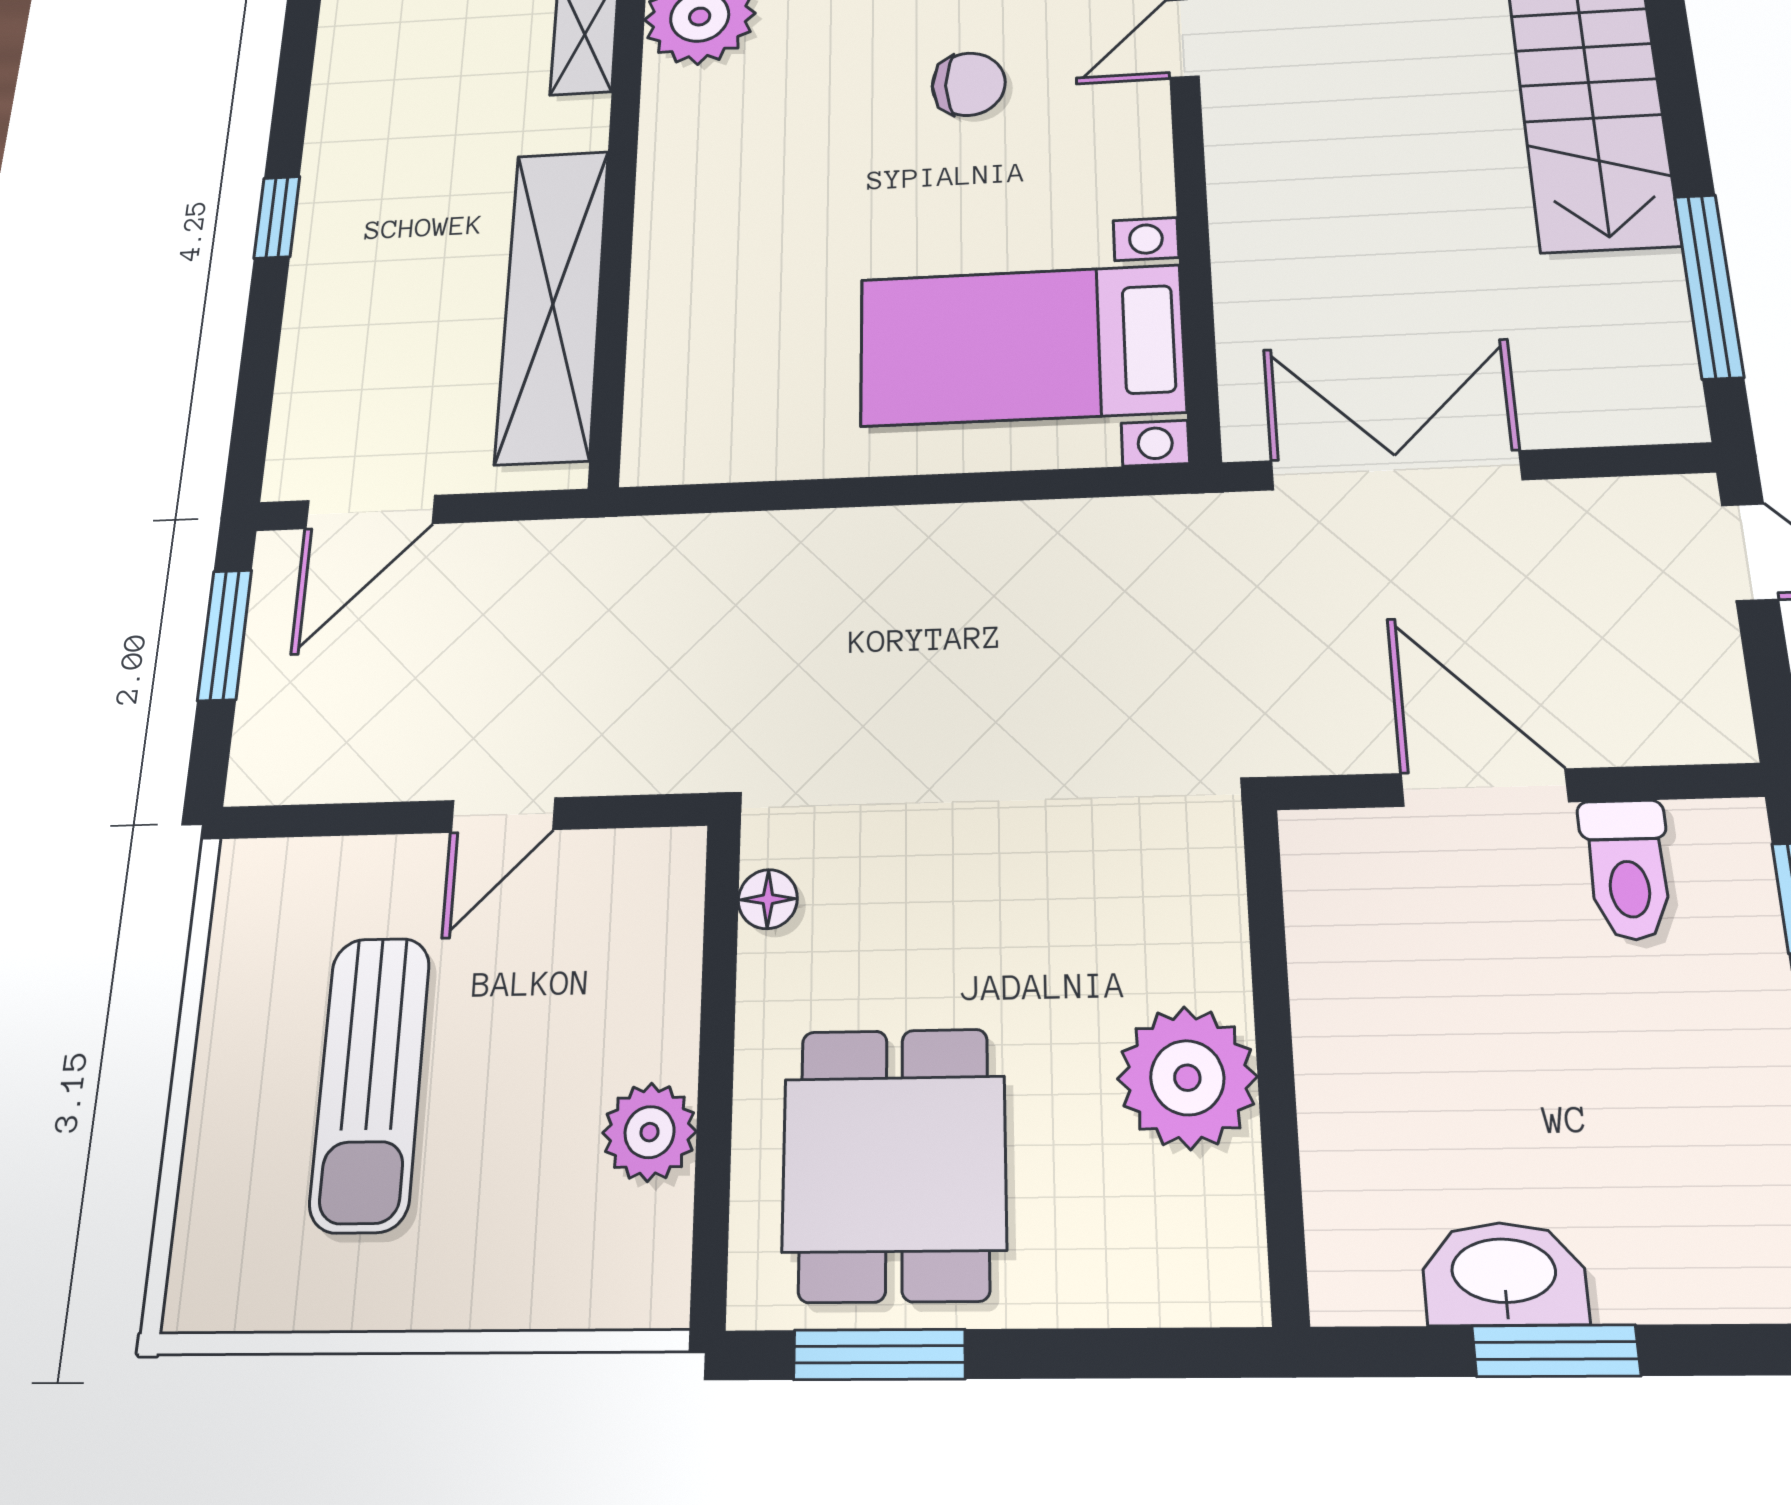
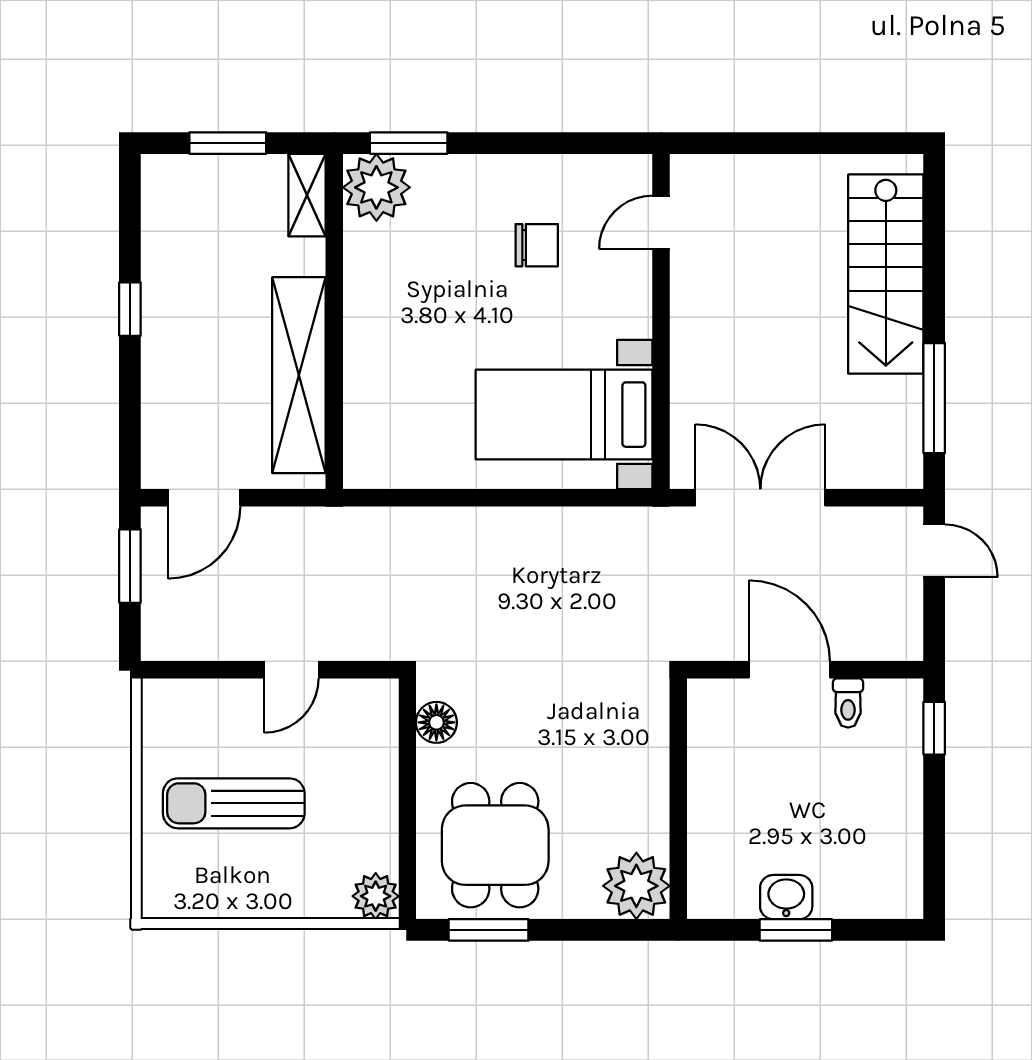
toilet: (1628, 870) -> (848, 703), width x0.73, depth x0.72
floor lamp: (768, 899) -> (436, 722), width x1.37, depth x1.37
plant: (1187, 1078) -> (636, 886), moved
sun lounger: (370, 1083) -> (234, 803), turned 90
plant: (650, 1132) -> (376, 896), moved
washbasin: (1504, 1274) -> (786, 897), width x0.72

